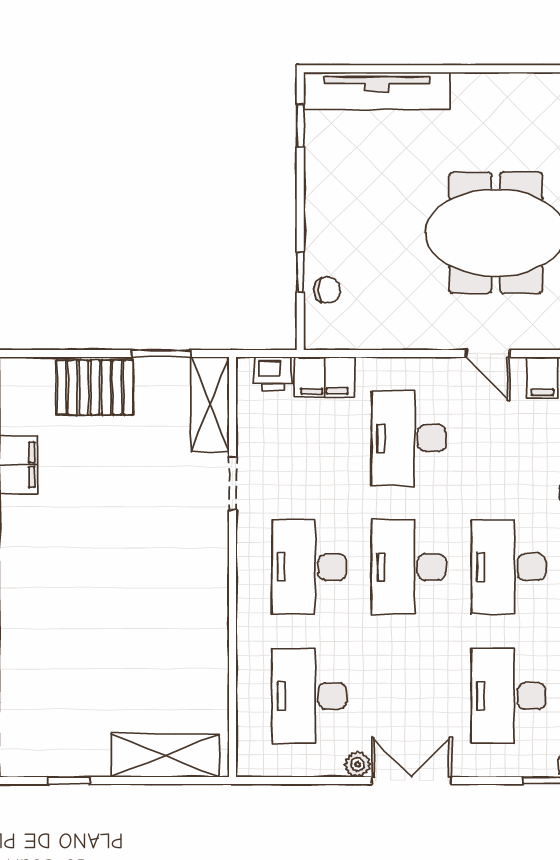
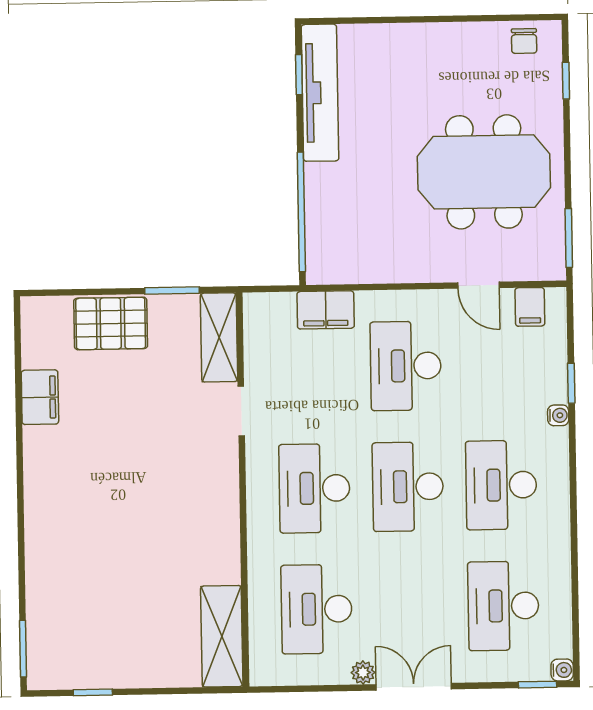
tv unit: (377, 91) -> (320, 93), moved, turned -90
window: (300, 272) -> (301, 212), width x3.17
chair: (327, 290) -> (524, 41), moved, turned 90
printer: (273, 374) -> (277, 308), removed
shelving: (165, 756) -> (222, 636), moved, turned 90

